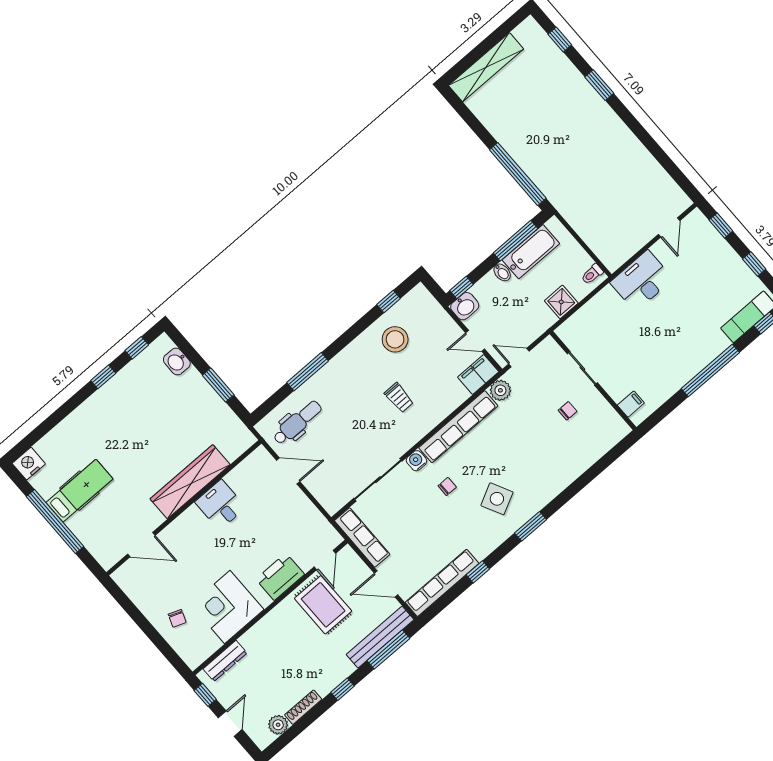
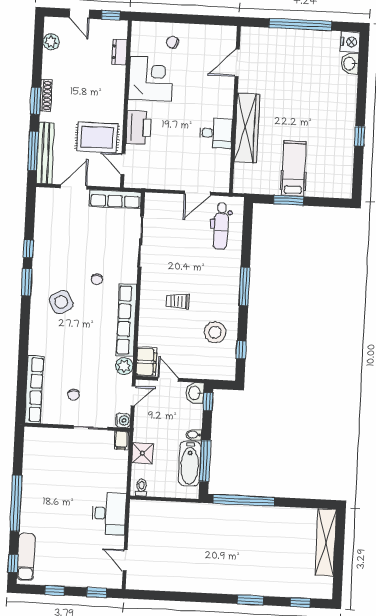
door: (475, 341) -> (168, 379), hinge flipped
window: (137, 348) -> (358, 173), removed
washbasin: (177, 362) -> (350, 64), moved, turned -90
window: (308, 372) -> (244, 286), moved
filing cabinet: (631, 404) -> (121, 440), moved
water cooler: (417, 461) -> (123, 420), moved
hospital bed: (79, 491) -> (294, 168), moved, turned 180
window: (531, 526) -> (27, 282), moved
row of seats: (442, 583) -> (34, 389), moved
dresser: (225, 661) -> (119, 52), width x0.70
window: (342, 689) -> (36, 101), width x1.50
shoe rack: (303, 707) -> (46, 96), moved

